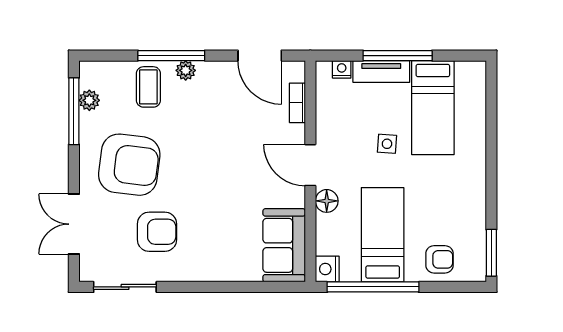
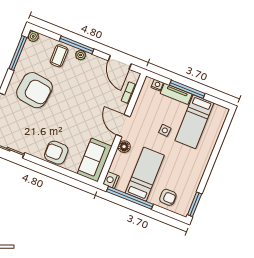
plant: (89, 100) -> (33, 36), moved
armchair: (157, 232) -> (56, 153), moved, turned 180

